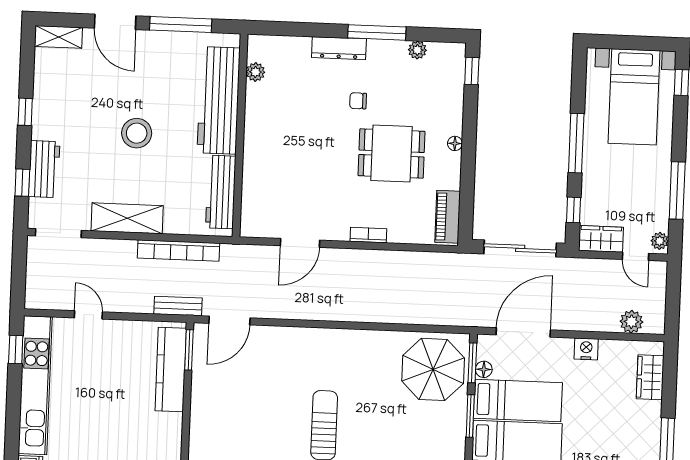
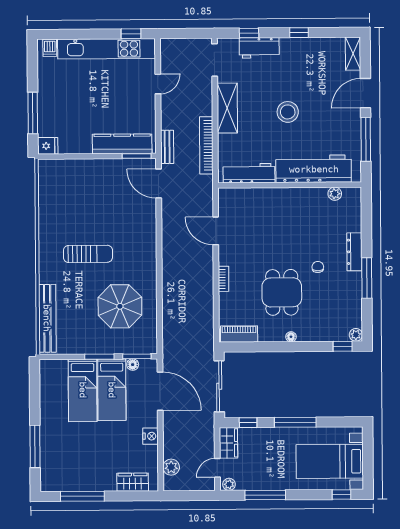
plant: (417, 50) -> (356, 335), moved
parasol: (433, 369) -> (120, 306), moved

